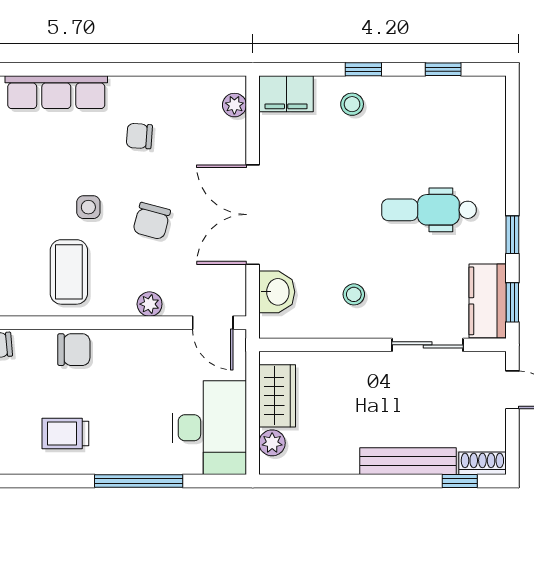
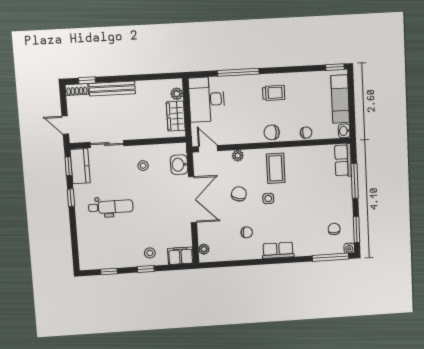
row of seats: (56, 92) -> (278, 250), width x0.68

